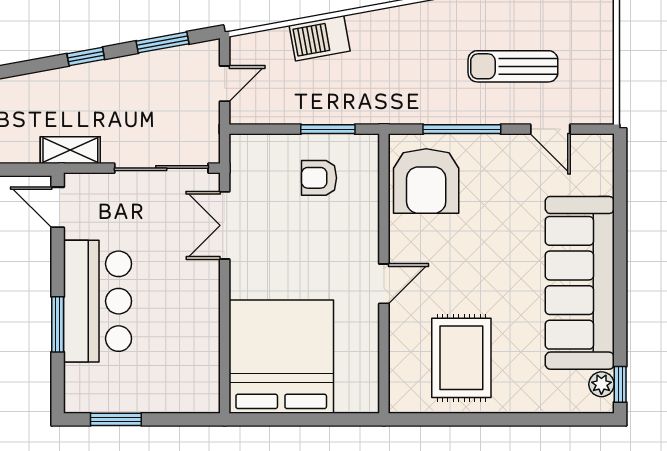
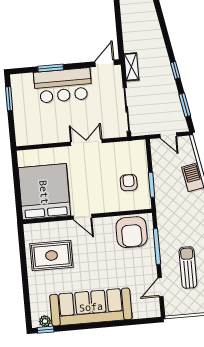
armchair: (426, 181) -> (132, 232), turned -90
double door: (225, 225) -> (86, 142), moved
bed: (281, 357) -> (44, 192), moved, turned -90

